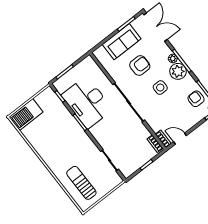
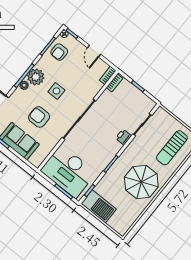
desk: (87, 102) -> (68, 172), moved, turned 90
barbecue: (26, 115) -> (99, 206), moved
door: (180, 139) -> (94, 51), moved
printer: (102, 140) -> (123, 137), added
parasol: (56, 147) -> (141, 182), added

